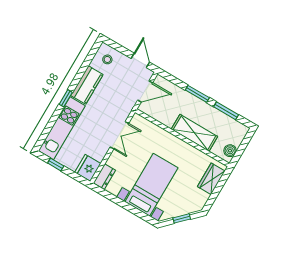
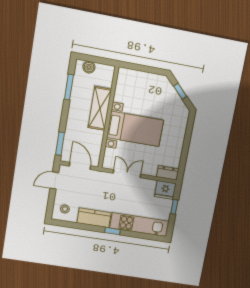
window: (197, 94) -> (60, 144), moved
boiler: (230, 151) -> (89, 67), moved
window: (56, 164) -> (174, 207), moved
wardrobe: (211, 179) -> (135, 78), removed
bed with nightstands: (151, 185) -> (135, 129), moved, turned 180

